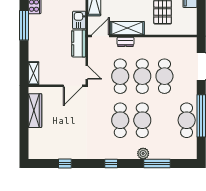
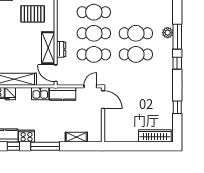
shelving: (34, 73) -> (76, 137), moved
wardrobe: (35, 111) -> (155, 136), moved
window: (157, 164) -> (177, 37), moved

